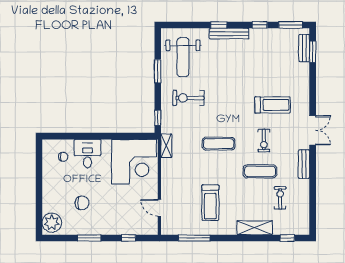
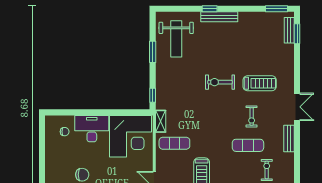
window: (260, 25) -> (248, 9), removed
exercise bike: (188, 98) -> (220, 82), moved
exercise mat: (219, 144) -> (174, 143), moved
desk: (87, 154) -> (92, 129), width x1.37

